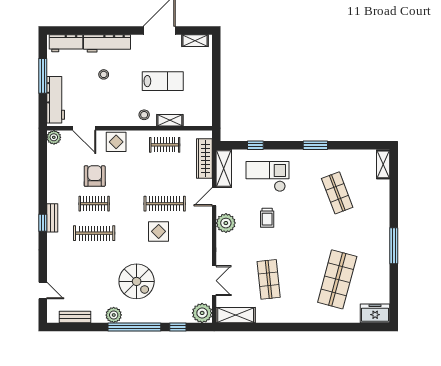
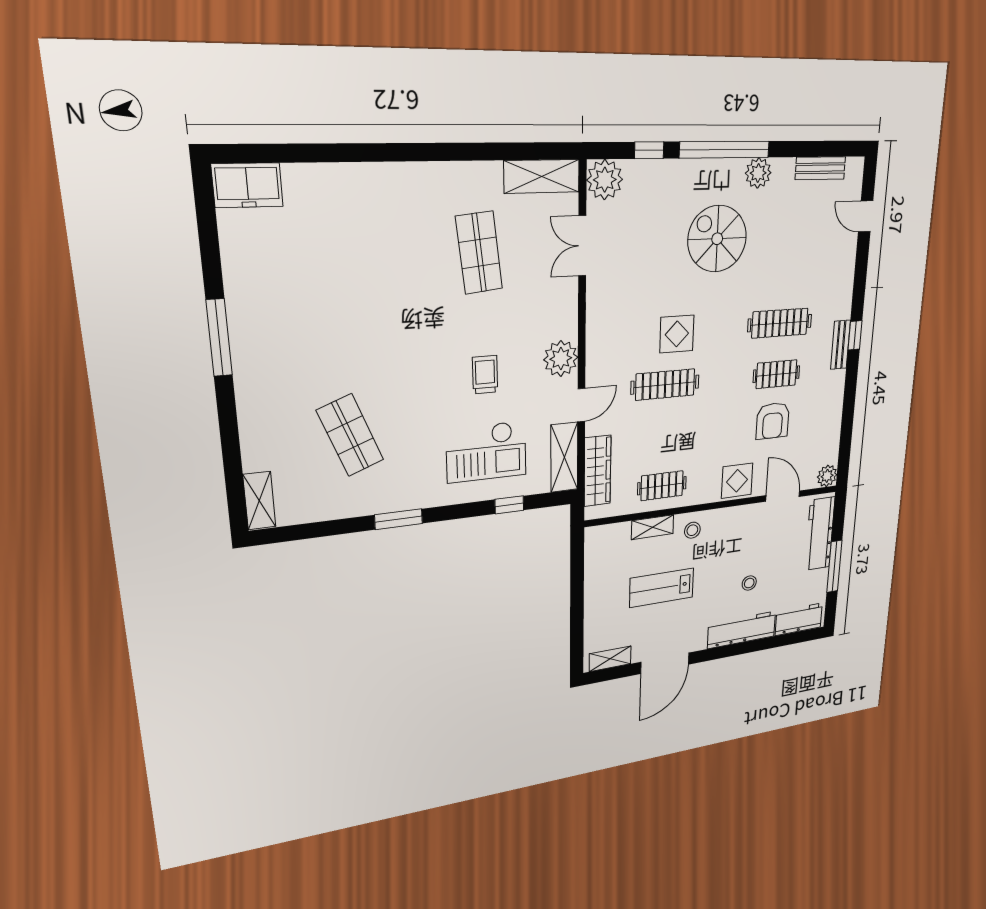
shop shelf: (337, 279) -> (338, 259), removed

